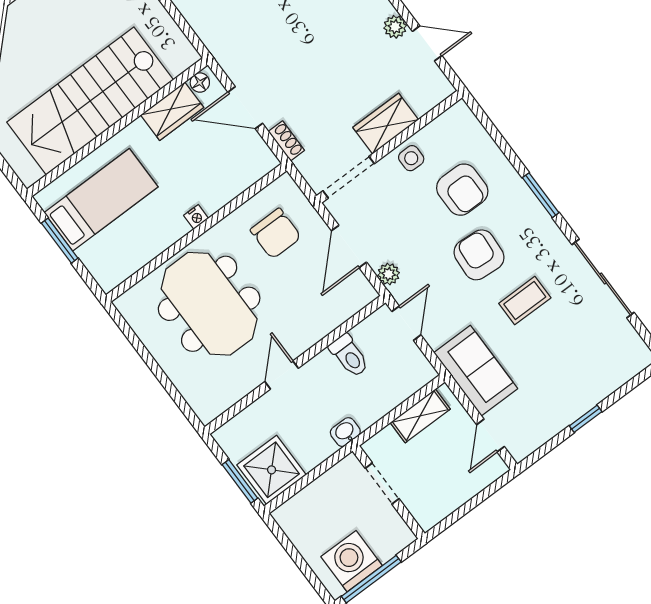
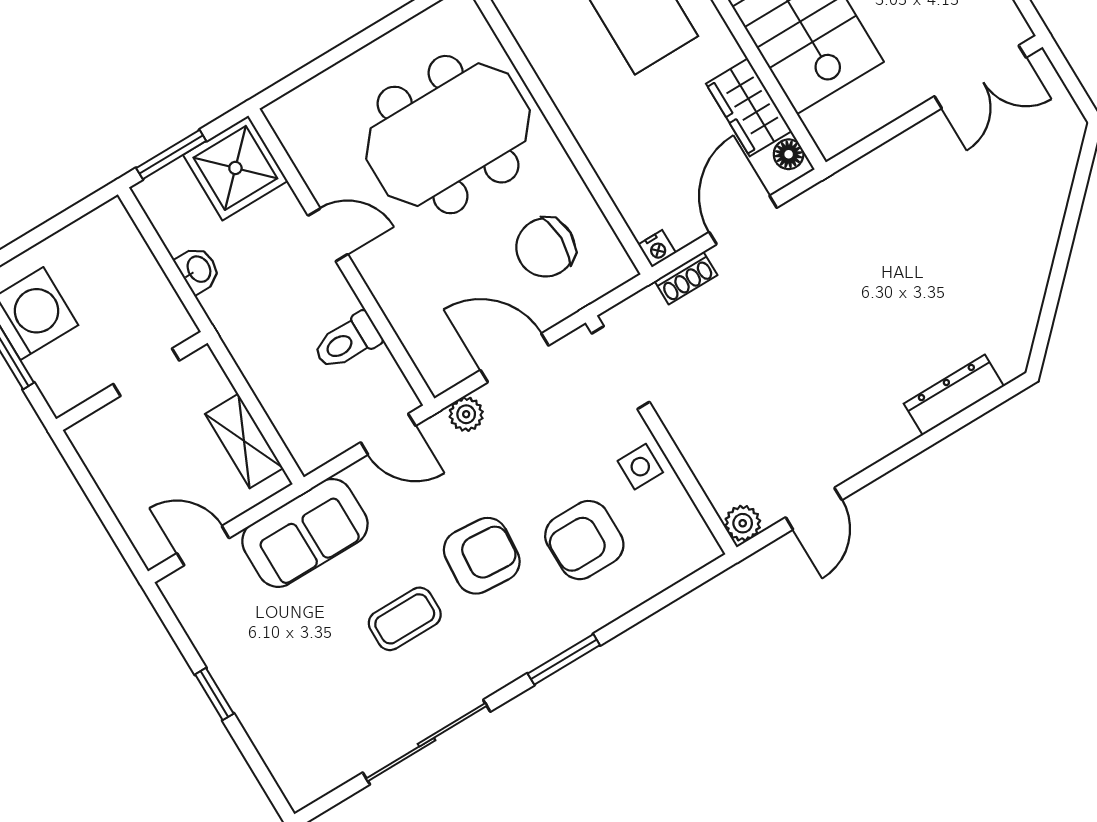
plant: (395, 27) -> (743, 523), moved
wardrobe: (386, 124) -> (697, 433), removed
nightstand: (196, 217) -> (657, 249), moved, turned -90
coffee table: (525, 301) -> (405, 619), turned 90
washbasin: (345, 432) -> (198, 270), moved
shower: (272, 470) -> (235, 168), moved

